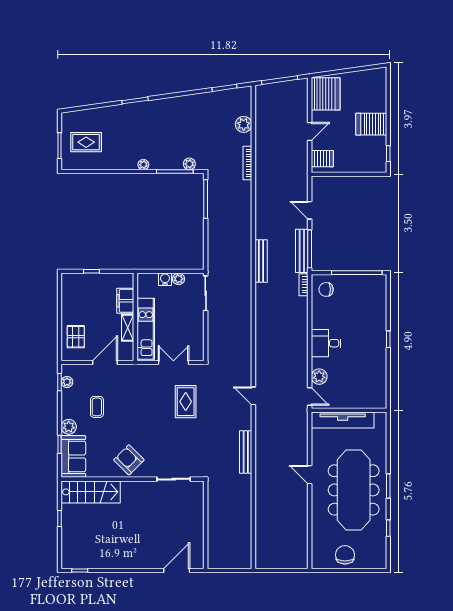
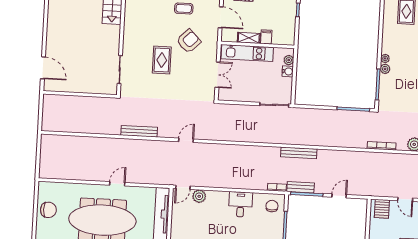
plant: (189, 164) -> (385, 69), moved
bench: (302, 251) -> (301, 187), width x0.73
plant: (179, 279) -> (289, 60), moved
filing cabinet: (125, 301) -> (266, 37), width x0.50
desk: (326, 343) -> (241, 204), moved
rug: (186, 402) -> (162, 60), moved, turned 90
armchair: (129, 460) -> (189, 41), moved

